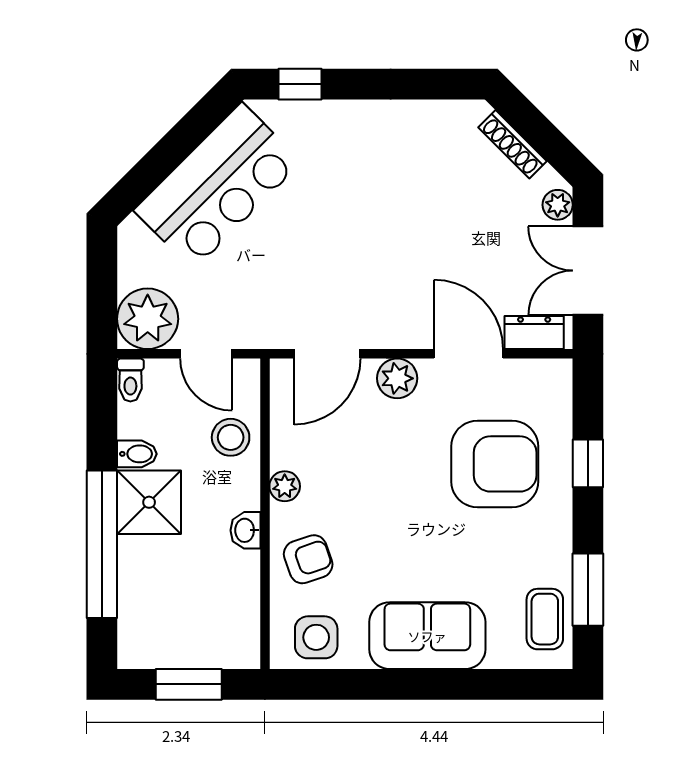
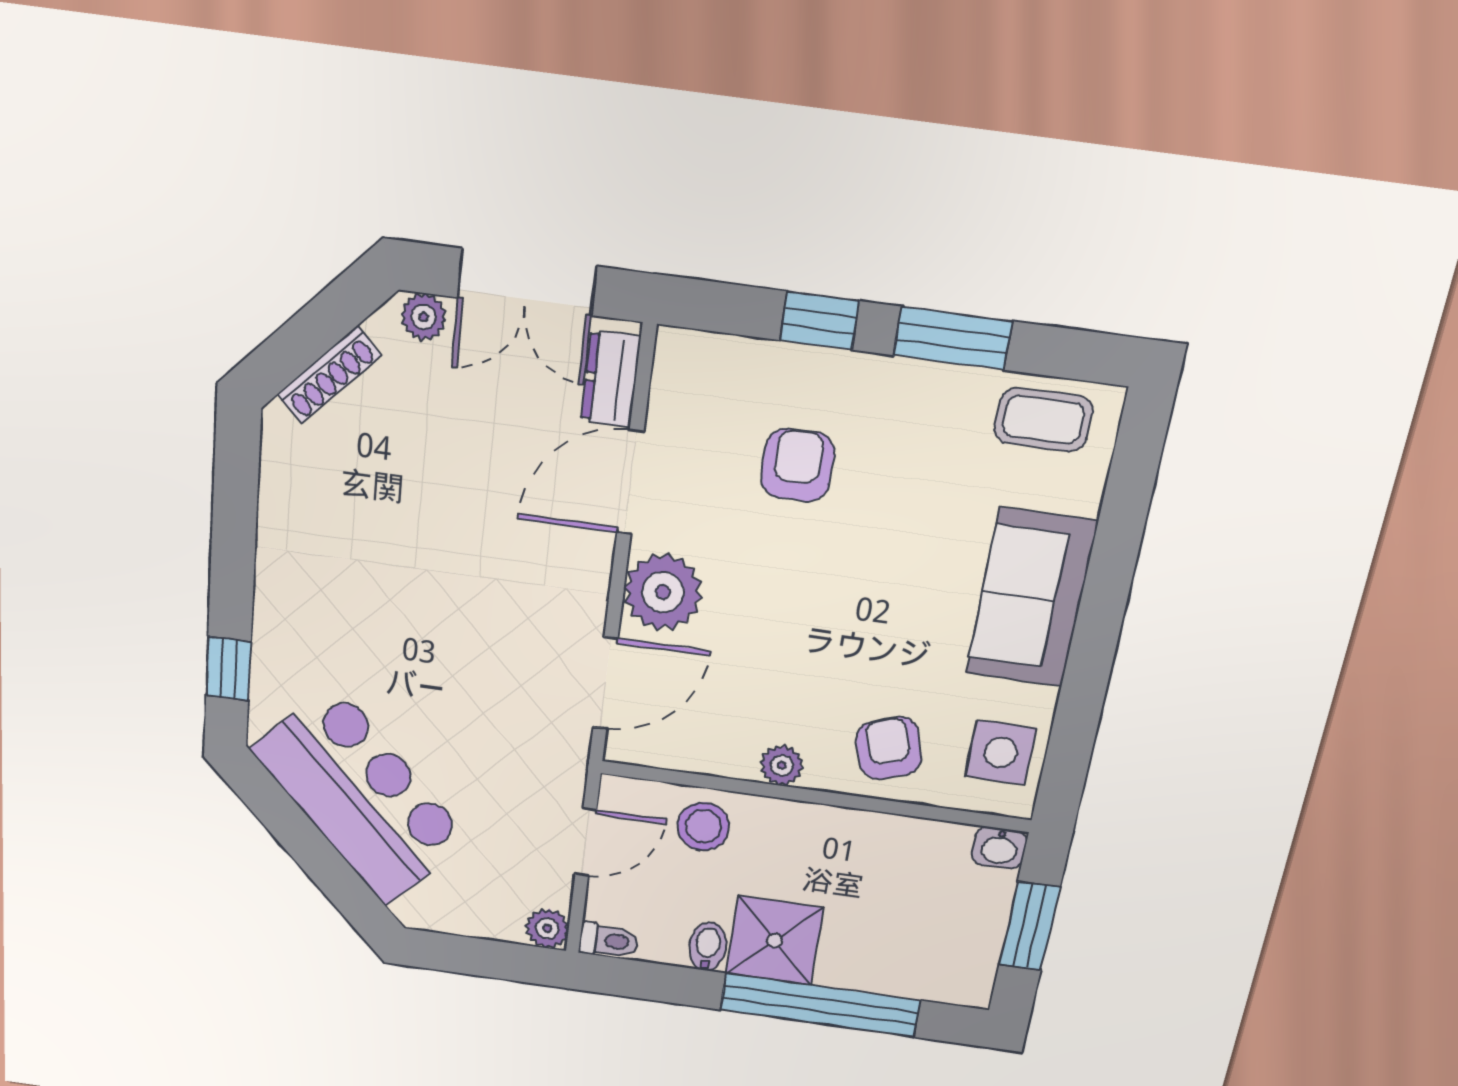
plant: (148, 319) -> (547, 928), width x0.53, depth x0.53
door: (327, 354) -> (605, 683), hinge flipped
plant: (397, 378) -> (663, 592), width x1.36, depth x1.36
armchair: (495, 464) -> (798, 465), width x0.53, depth x0.53
washbasin: (245, 530) -> (999, 848), moved
window: (588, 590) -> (953, 338), moved

